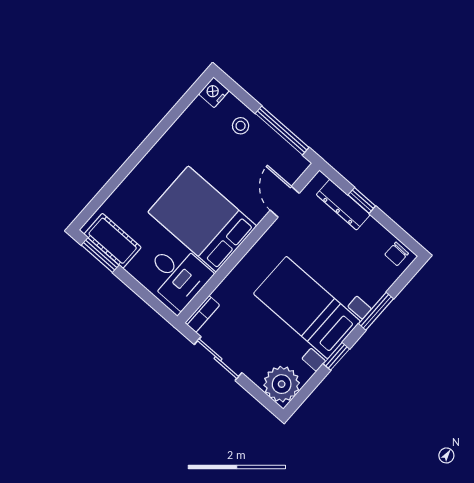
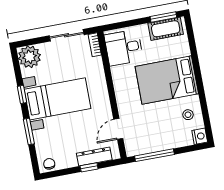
stool: (241, 126) -> (188, 115), moved
door: (285, 202) -> (118, 129), swing flipped
bed: (202, 219) -> (167, 80), moved, turned 180

